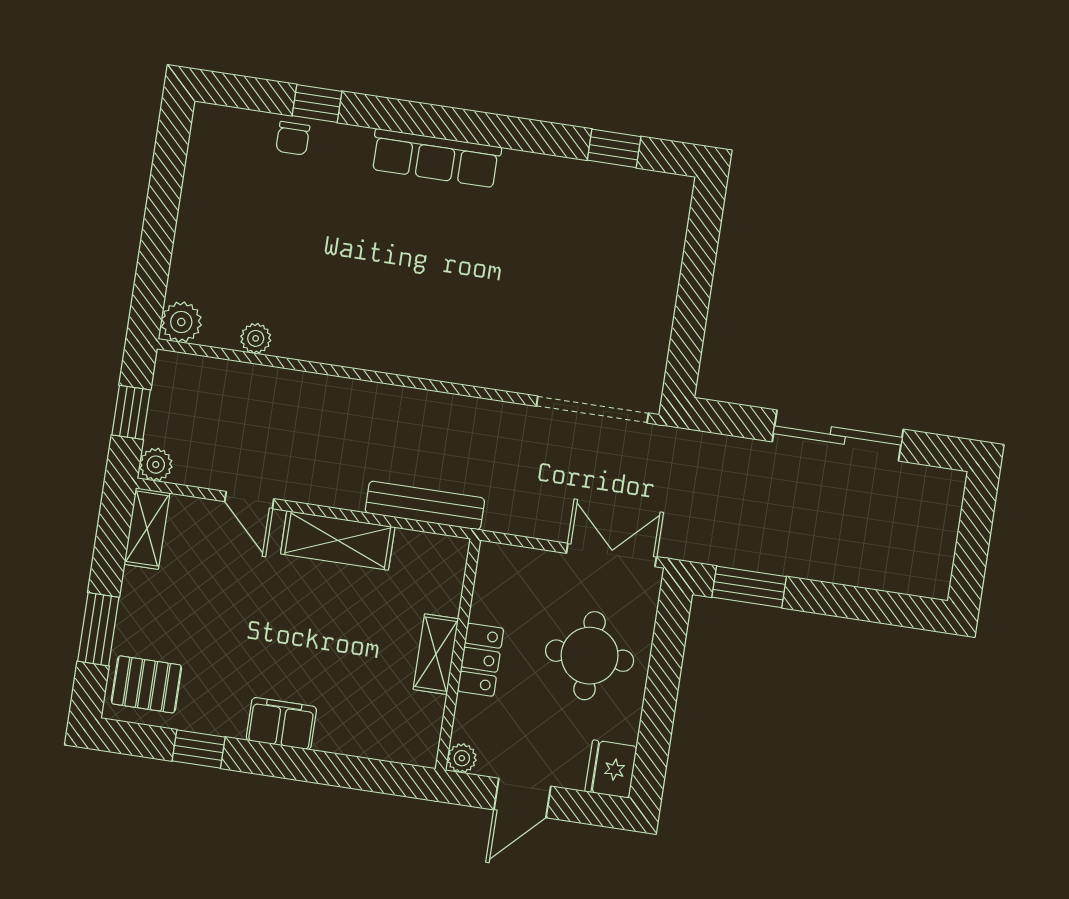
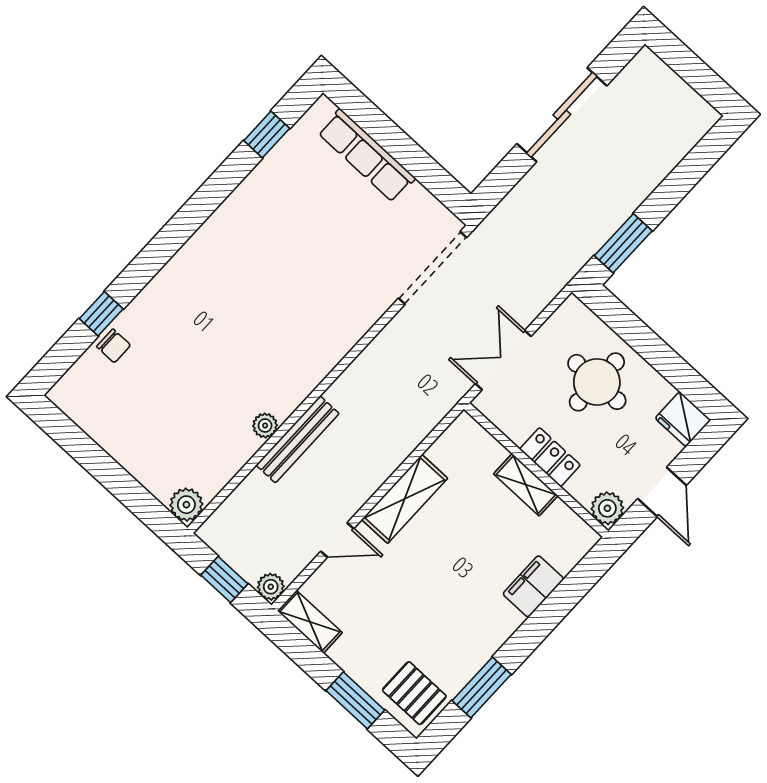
row of seats: (436, 158) -> (367, 156), moved, turned 90
plant: (256, 338) -> (265, 426), moved
bench: (425, 505) -> (298, 439), moved
double door: (611, 555) -> (503, 360), moved
pallet: (146, 684) -> (414, 693), turned 90
filing cabinet: (281, 724) -> (533, 586), moved
window: (199, 749) -> (482, 687), width x1.50
plant: (462, 758) -> (607, 508), width x1.38, depth x1.38

